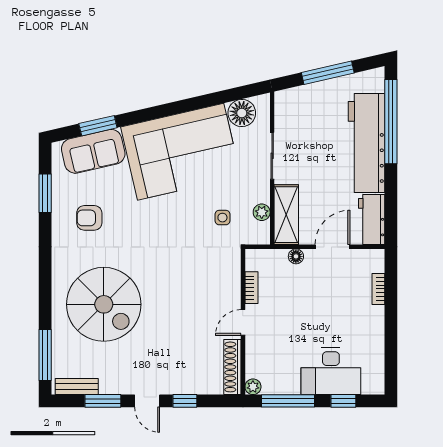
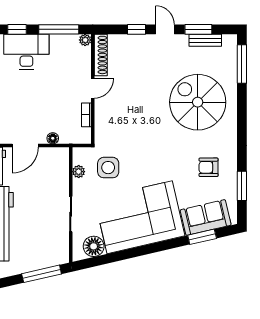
window: (328, 73) -> (42, 274), moved
shelving: (286, 215) -> (60, 170), removed
armchair: (89, 218) -> (209, 167), turned 180
side table: (222, 218) -> (108, 168), width x1.87, depth x1.87
bench: (77, 387) -> (205, 40), moved

